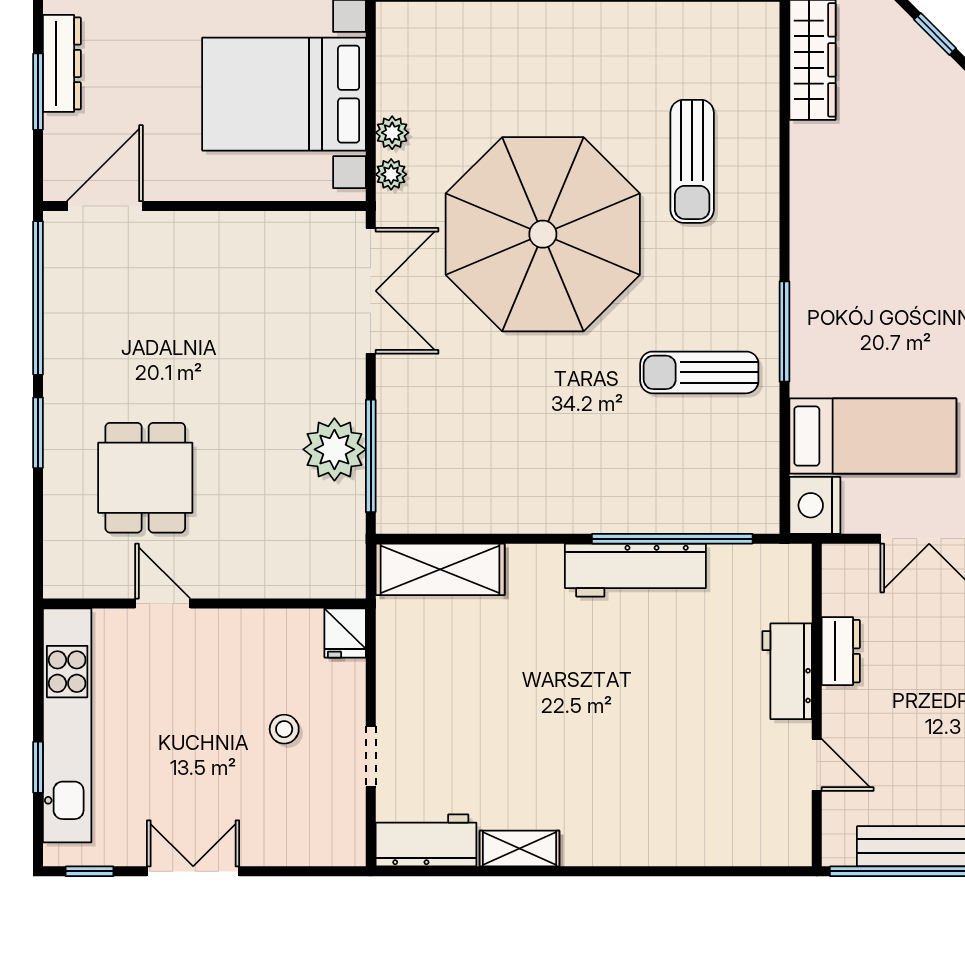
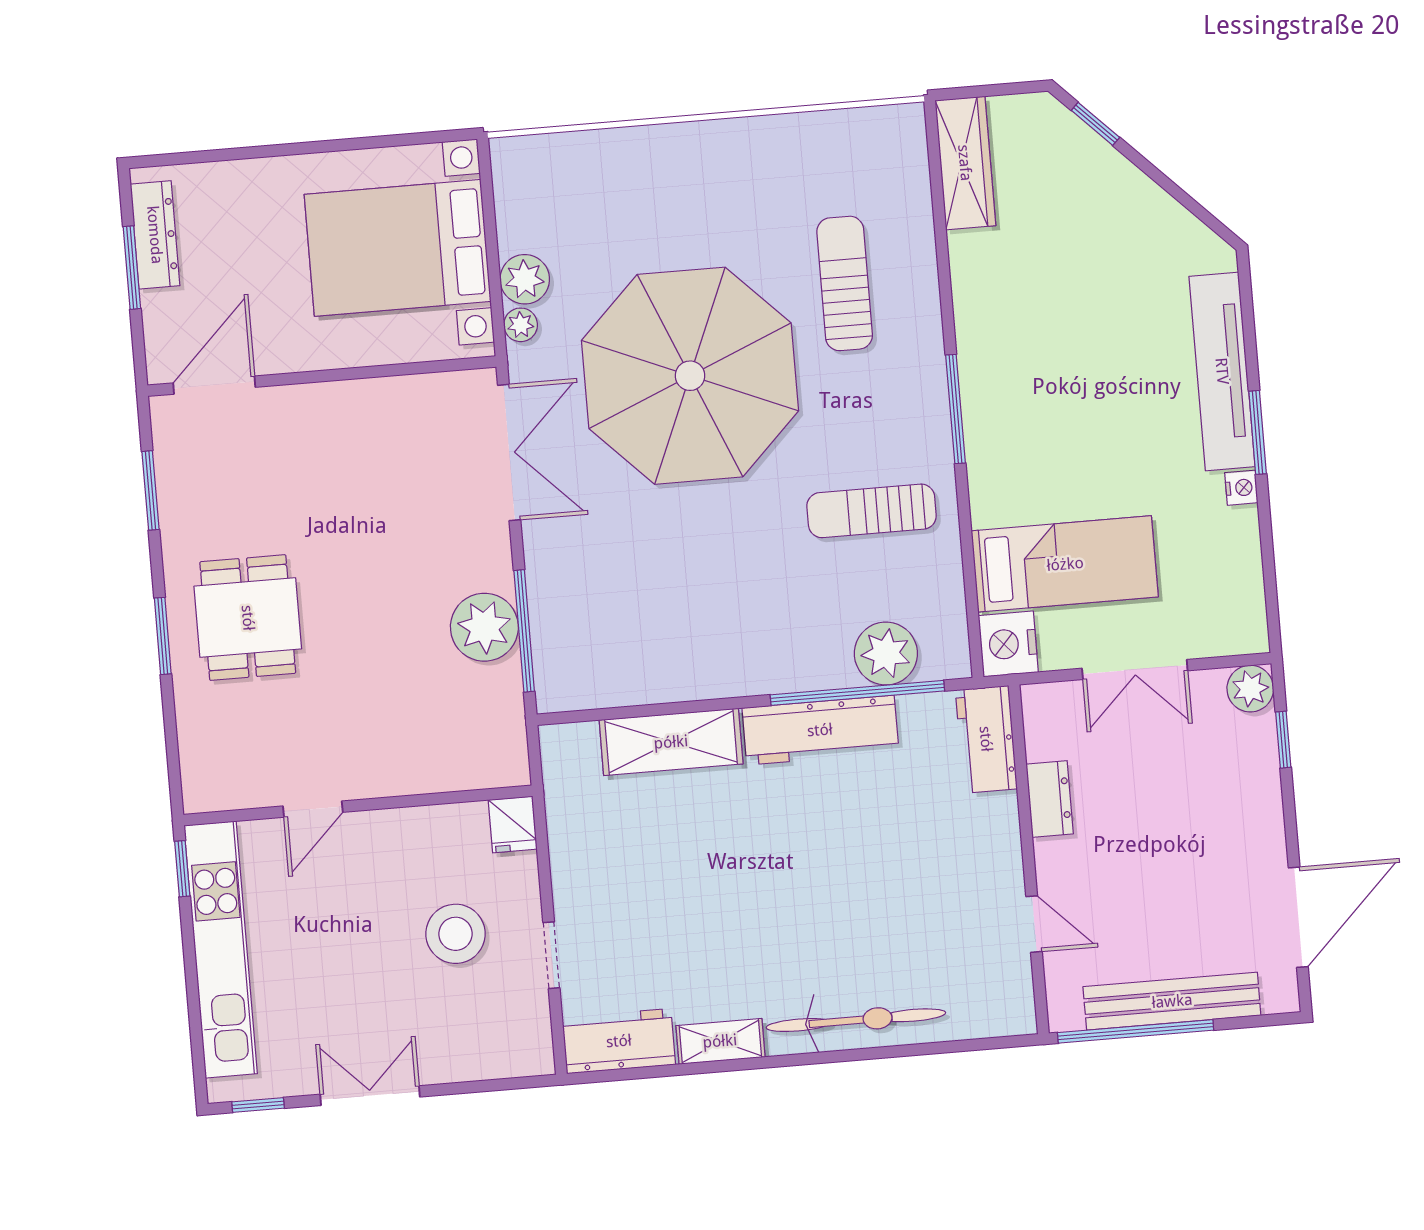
plant: (392, 133) -> (525, 279), width x1.38, depth x1.38
sun lounger: (692, 161) -> (845, 283), turned 180
window: (38, 298) -> (151, 490), width x0.47
window: (784, 331) -> (956, 409), moved
dining table: (145, 478) -> (248, 618), moved
plant: (701, 505) -> (886, 654), added
shelving: (440, 569) -> (671, 742), moved
door: (163, 604) -> (313, 809), swing flipped
workbench: (787, 671) -> (986, 739), moved
stool: (284, 729) -> (456, 934), width x1.89, depth x1.89
window: (38, 767) -> (182, 869), moved
bicycle: (646, 839) -> (856, 1020), added

